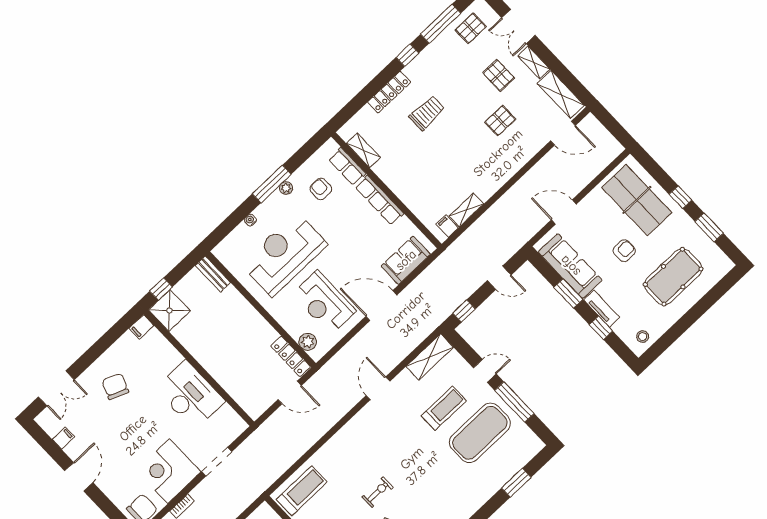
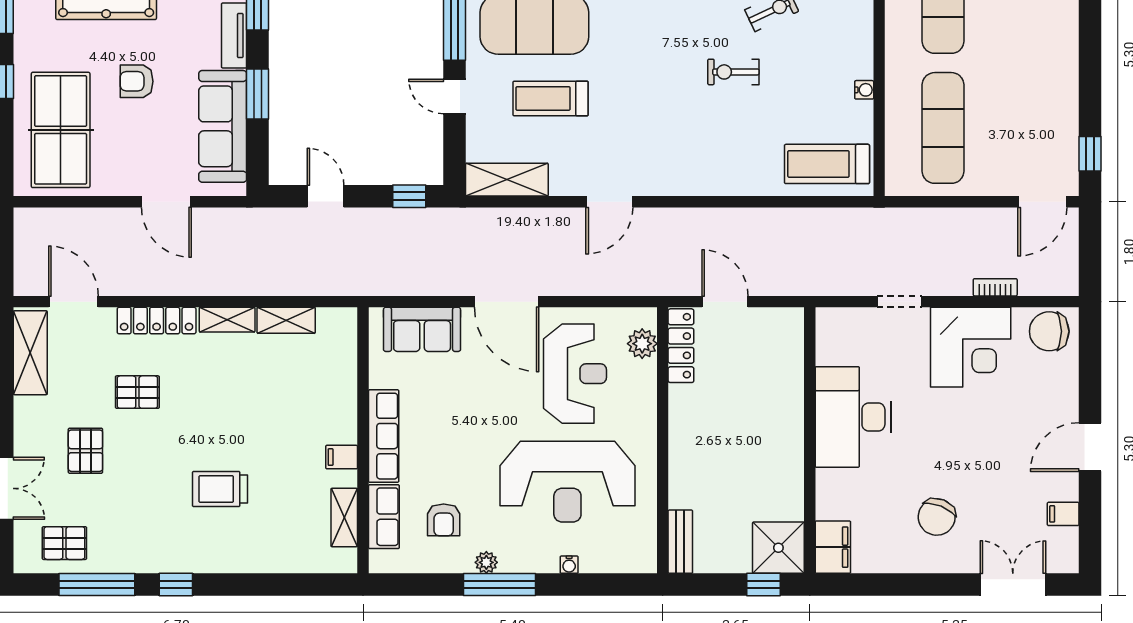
shelving: (534, 63) -> (227, 320), moved, turned 90
locker: (389, 92) -> (157, 321), moved, turned 180
filing cabinet: (447, 226) -> (342, 457), moved, turned 90
filing cabinet: (142, 327) -> (833, 547), width x2.00
doorway: (217, 462) -> (899, 302), width x0.73

